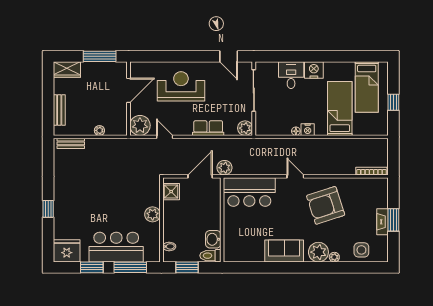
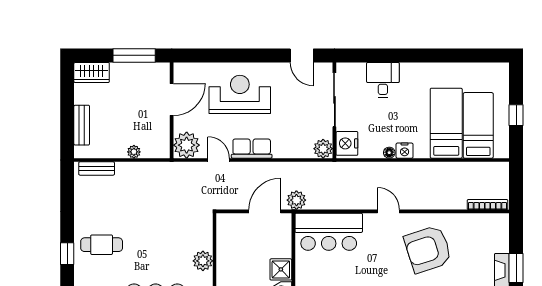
nightstand: (314, 70) -> (347, 143), moved, turned -90
bed: (367, 87) -> (478, 125), moved, turned 180
row of seats: (208, 128) -> (252, 149), moved
shower: (171, 192) -> (281, 269), moved
cafe table: (75, 202) -> (102, 245), added

